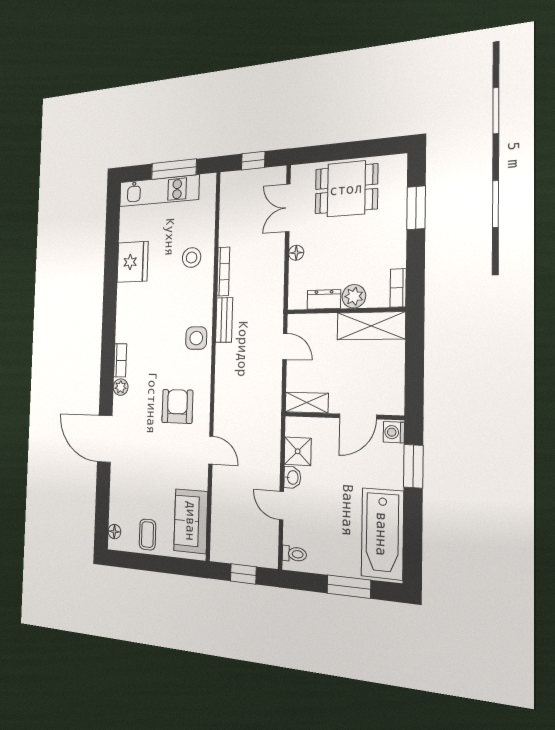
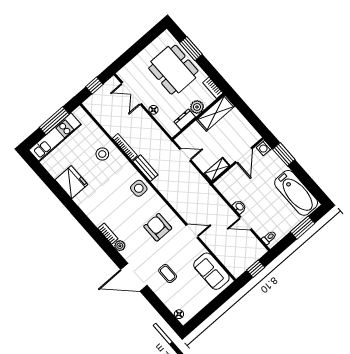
dining table: (346, 189) -> (173, 70), moved, width x1.37
shower: (298, 451) -> (232, 194), removed
coffee table: (147, 535) -> (168, 274), moved

